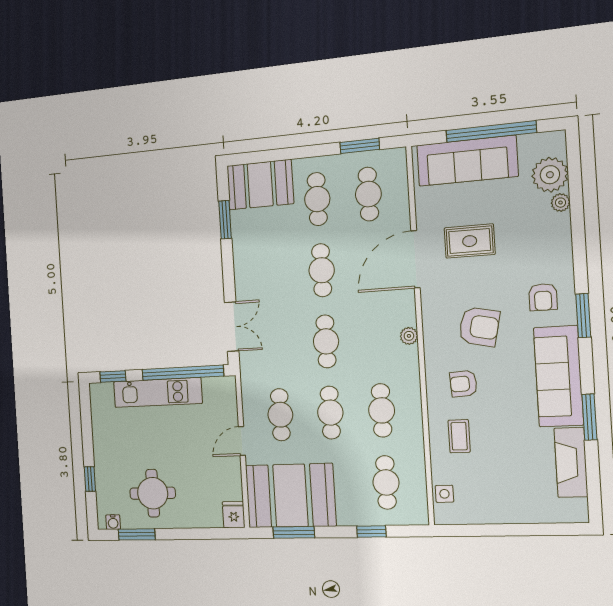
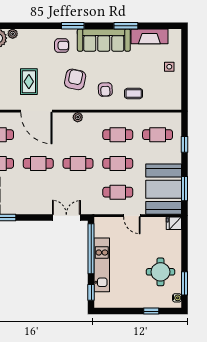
side table: (444, 494) -> (169, 67), moved

